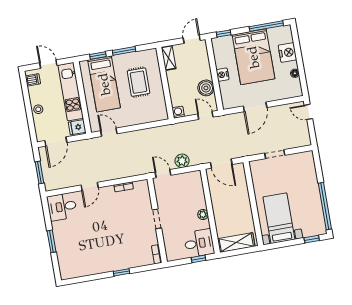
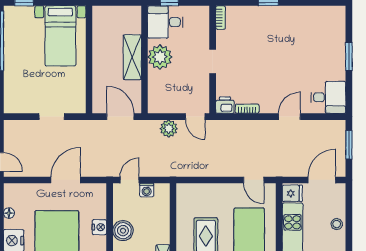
boiler: (206, 88) -> (123, 231), moved
washing machine: (178, 112) -> (147, 190), moved
door: (205, 115) -> (130, 180), swing flipped
printer: (141, 187) -> (225, 105), added
plant: (203, 214) -> (160, 57), width x1.87, depth x1.87
shelving: (236, 243) -> (132, 57), moved, turned 90

